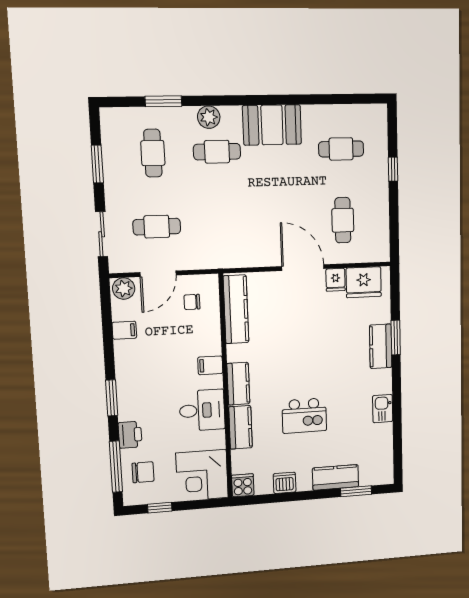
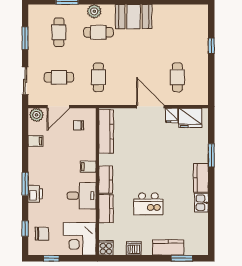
cafe table: (341, 149) -> (98, 77), moved, turned 90
kitchen counter: (381, 346) -> (201, 178), moved
printer: (130, 435) -> (35, 194), moved
window: (116, 467) -> (25, 229), width x0.46

